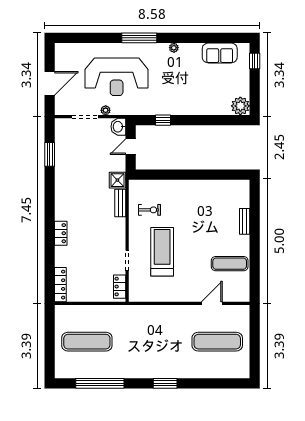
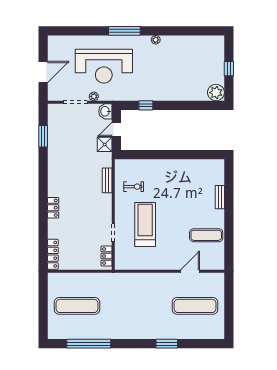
sofa: (220, 53) -> (197, 45), removed
window: (255, 61) -> (229, 69), moved
shower: (117, 180) -> (105, 144), moved
window: (165, 383) -> (167, 344), moved

